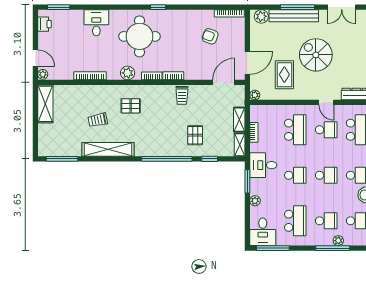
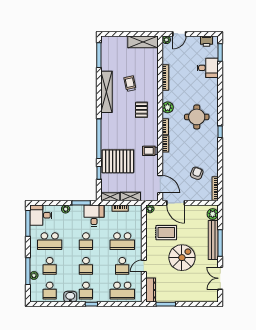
desk: (96, 23) -> (208, 68), moved
round table: (140, 36) -> (197, 117), width x0.73, depth x0.73
pallet: (195, 135) -> (118, 161), width x2.05, depth x2.00

